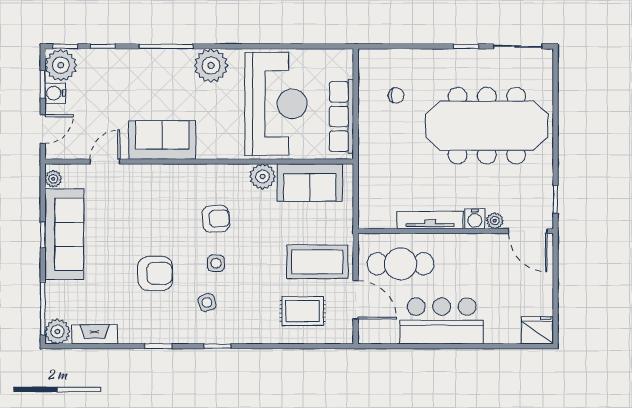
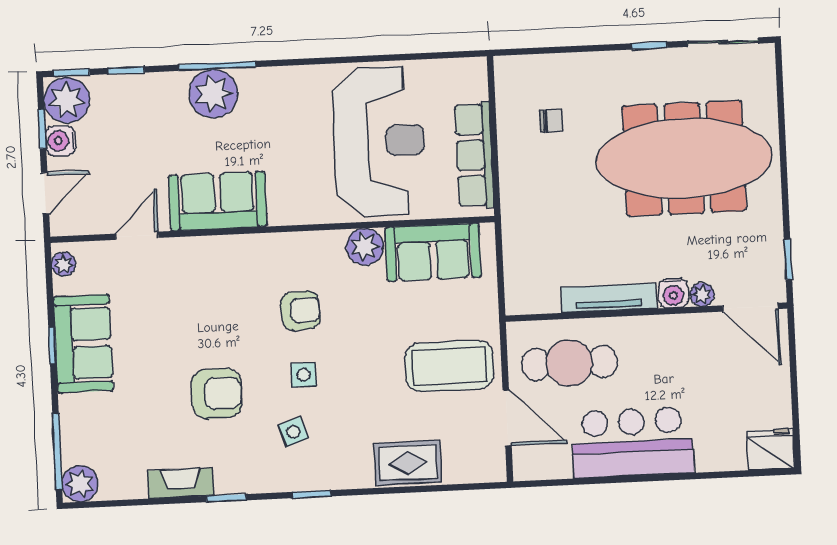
plant: (211, 65) -> (213, 94), moved
sofa: (64, 234) -> (83, 344), width x0.73
rug: (303, 311) -> (408, 463), moved
fireplace: (95, 334) -> (181, 483), moved

